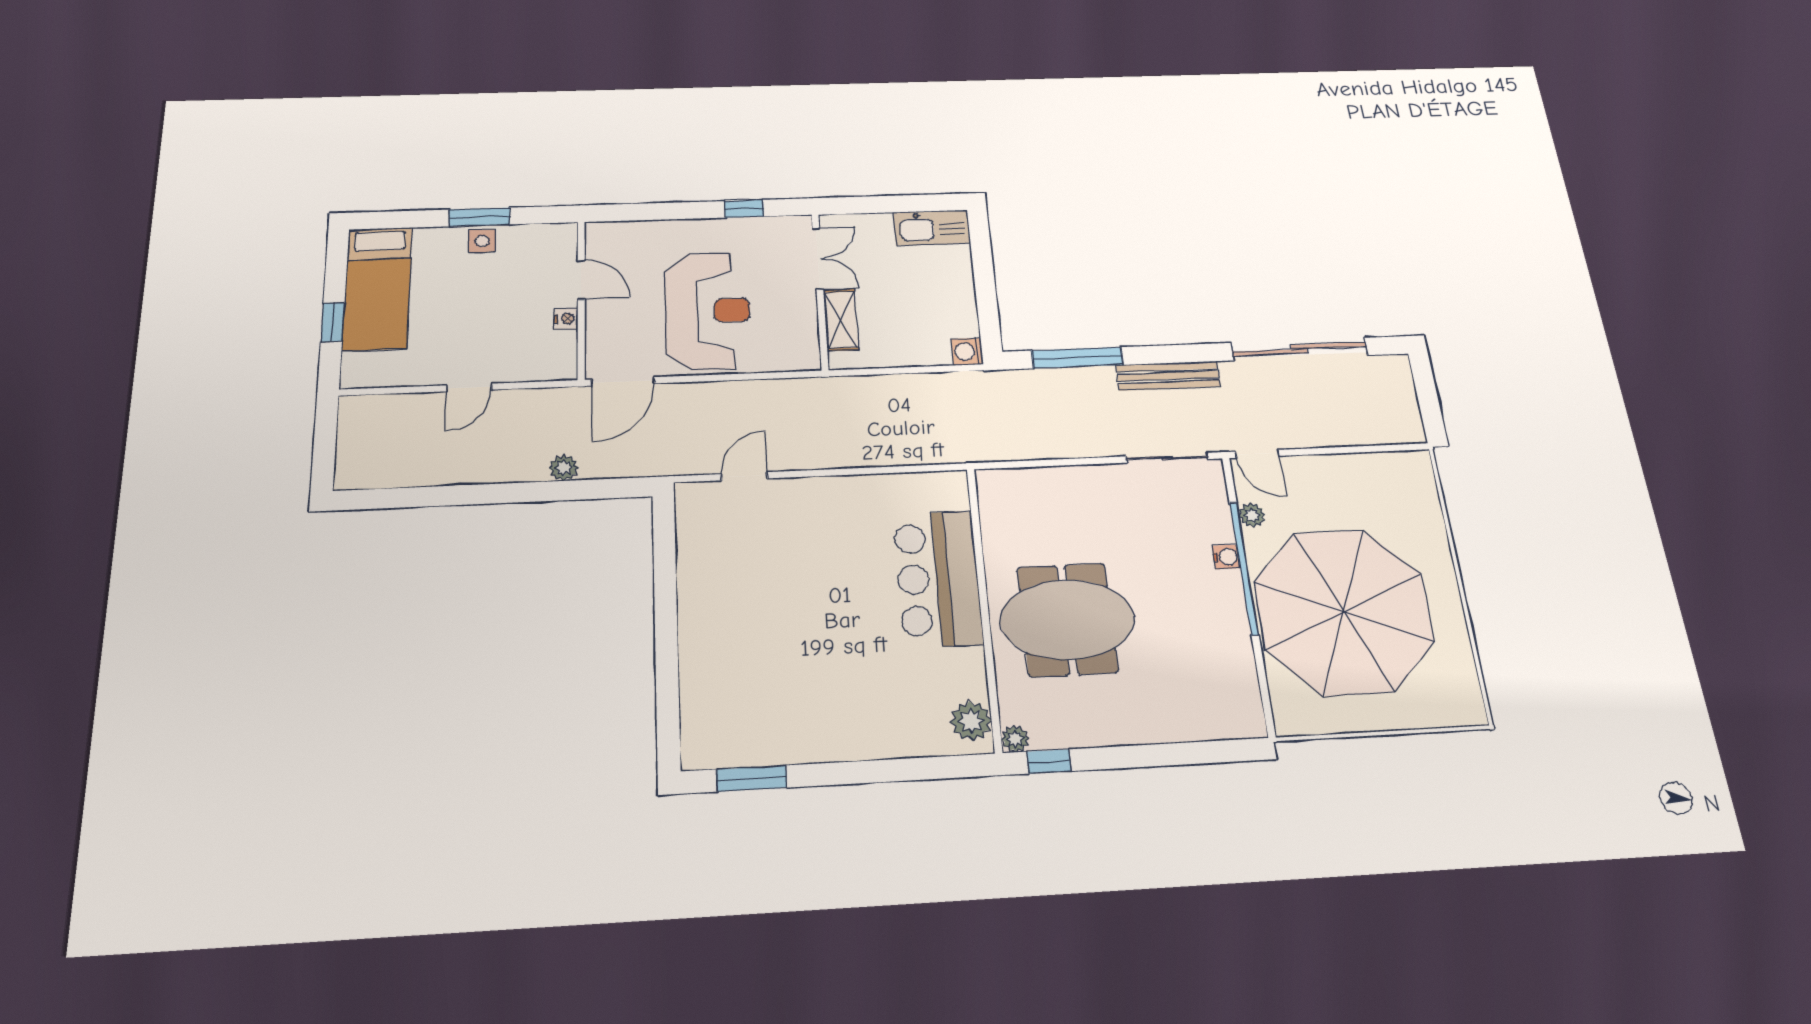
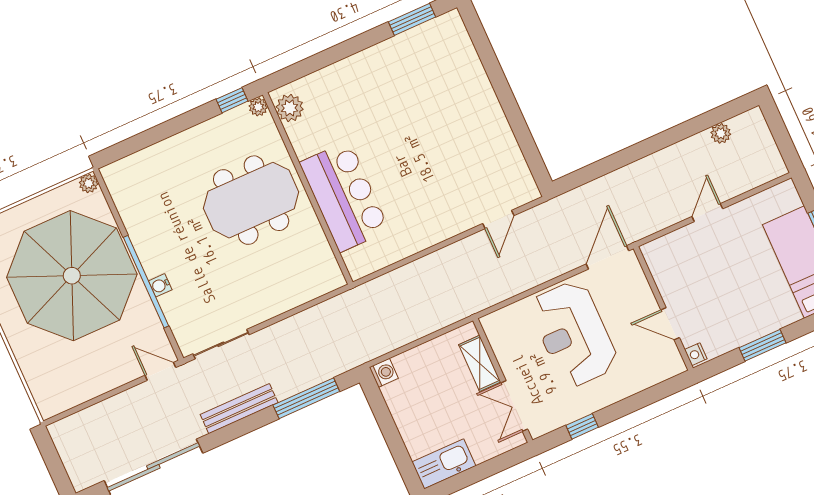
side table: (482, 241) -> (752, 327), removed
nightstand: (566, 319) -> (696, 354), moved
plant: (564, 468) -> (721, 133), moved
plant: (1252, 515) -> (89, 183), moved

